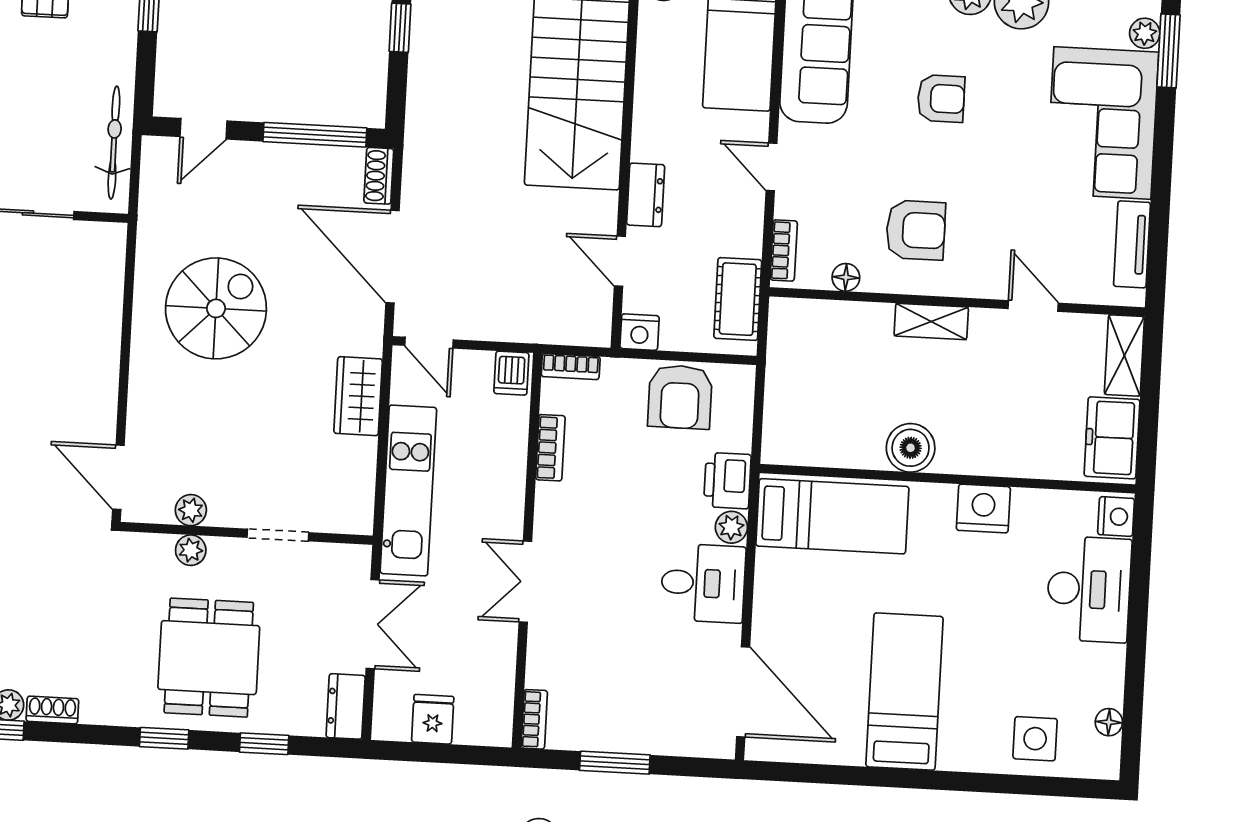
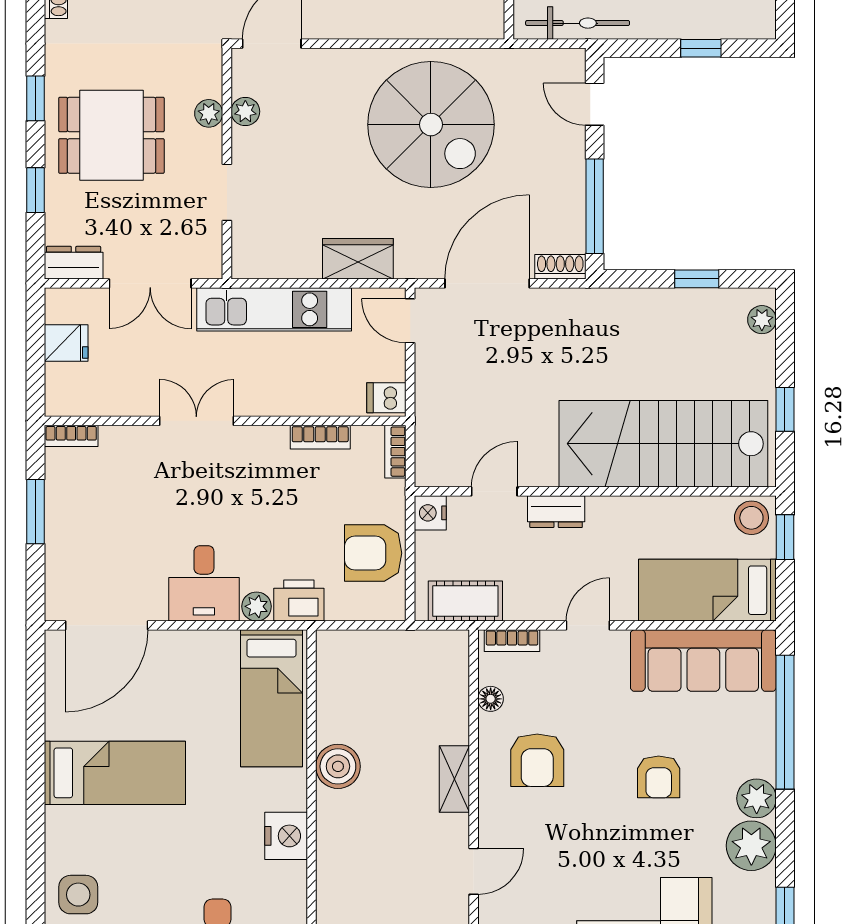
spiral stairs: (216, 308) -> (431, 125), width x1.37, depth x1.37
door: (429, 343) -> (410, 321), hinge flipped

